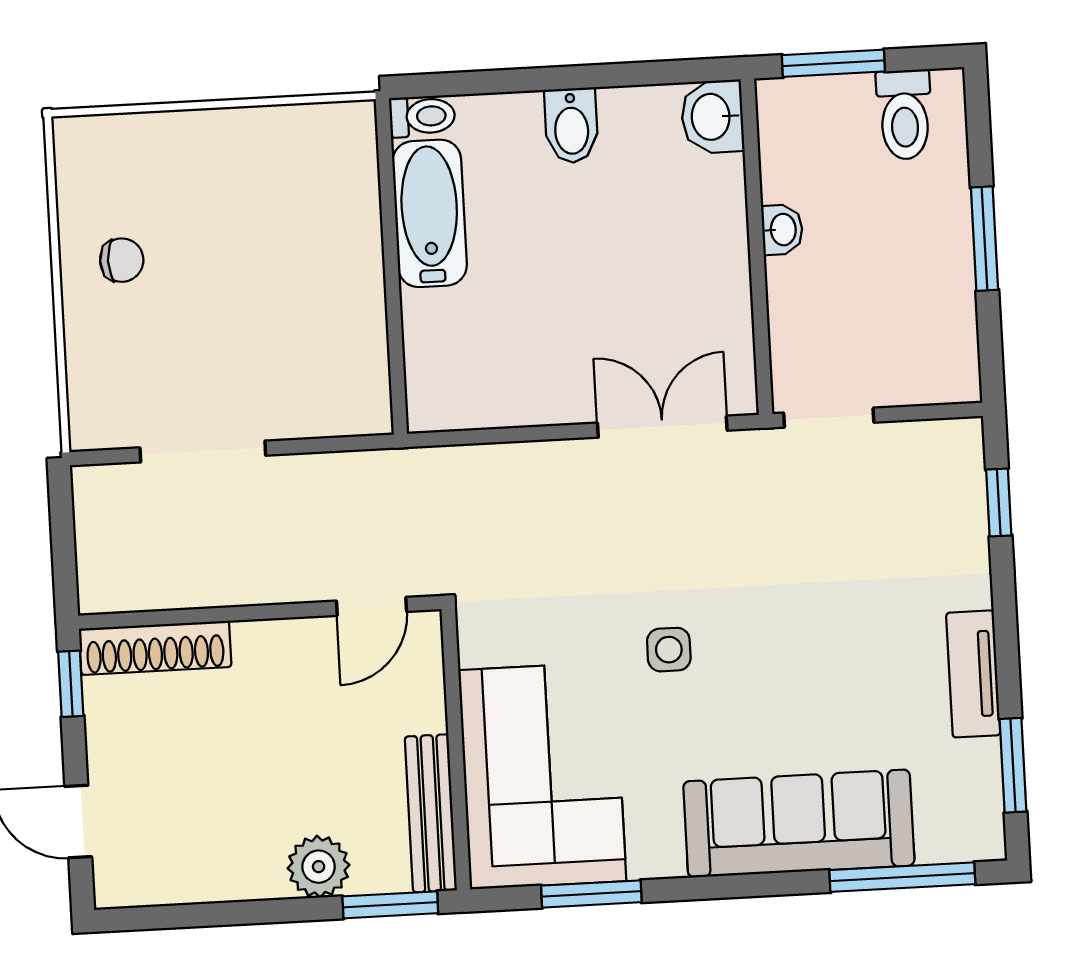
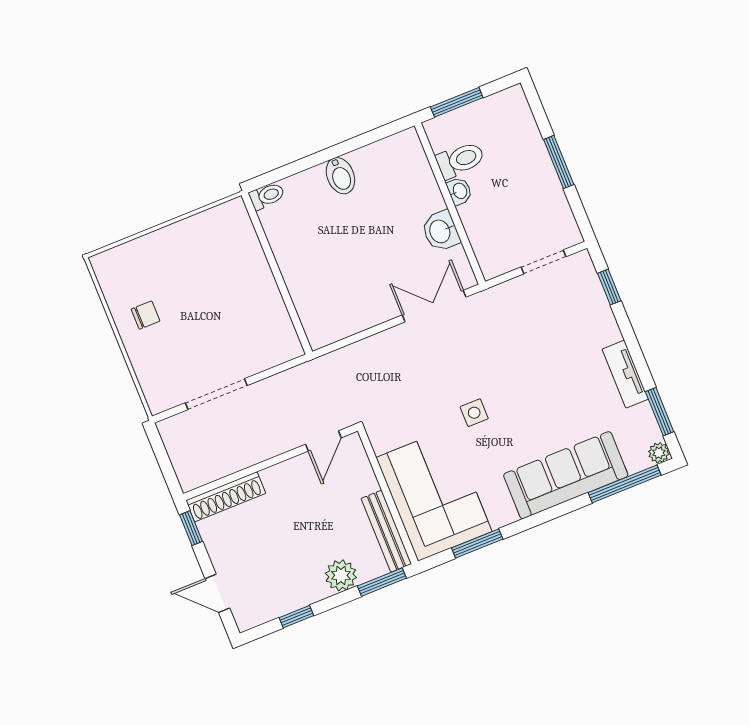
toilet: (904, 115) -> (460, 160), moved, turned -90
washbasin: (712, 117) -> (441, 231), moved
bathtub: (430, 213) -> (286, 242), removed
doorway: (829, 418) -> (544, 262), moved
plant: (986, 841) -> (659, 453), added
window: (210, 915) -> (296, 617), added

